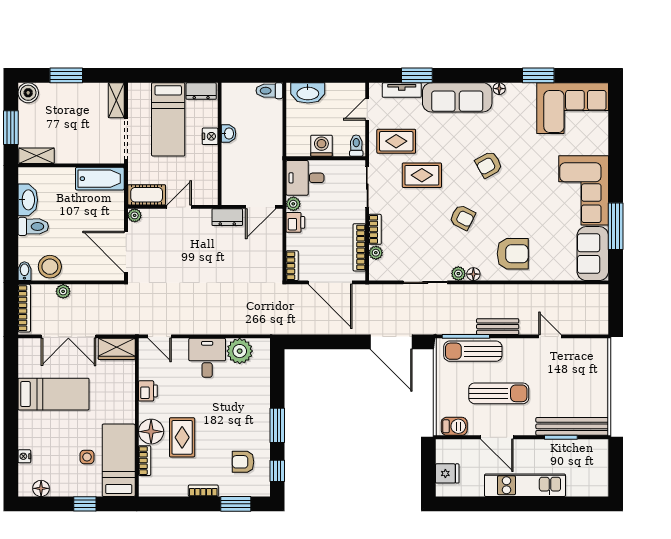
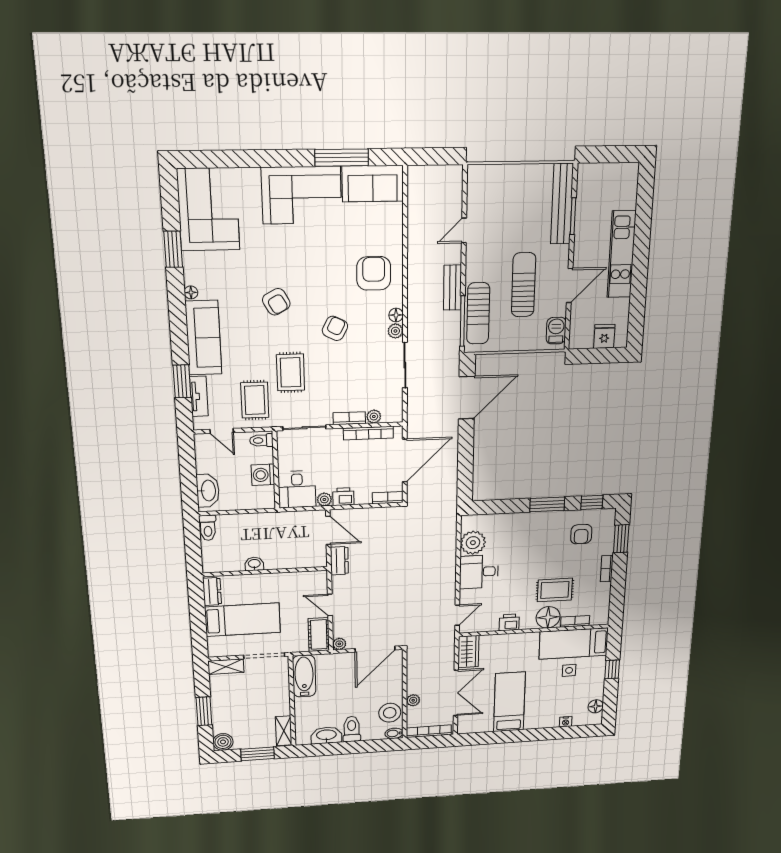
nightstand: (210, 136) -> (258, 581), removed

